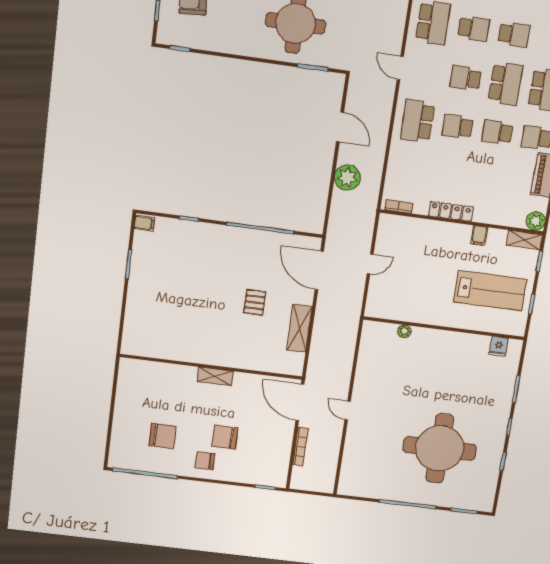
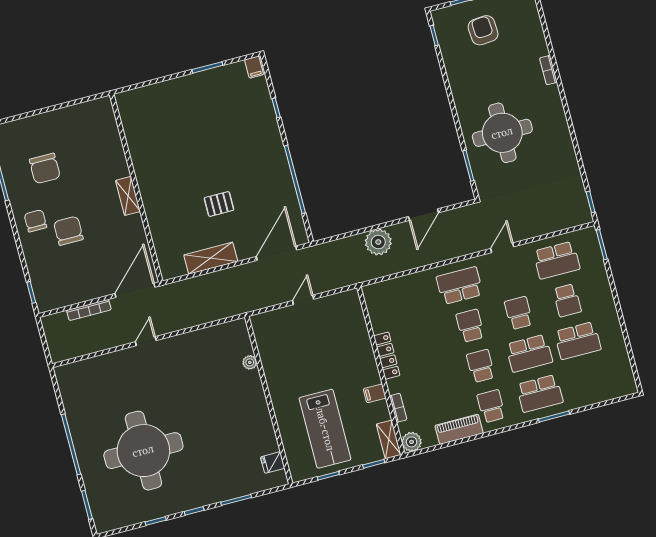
school desk: (514, 34) -> (578, 341), width x1.85
bookcase: (399, 207) -> (398, 408), moved
door: (370, 264) -> (303, 300), swing flipped

